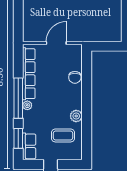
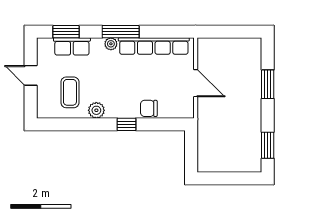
window: (87, 94) -> (127, 124), added
window: (18, 98) -> (121, 32), width x0.68
row of seats: (29, 146) -> (72, 46), moved

